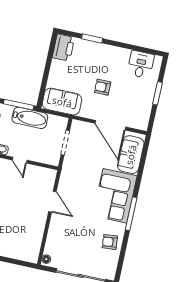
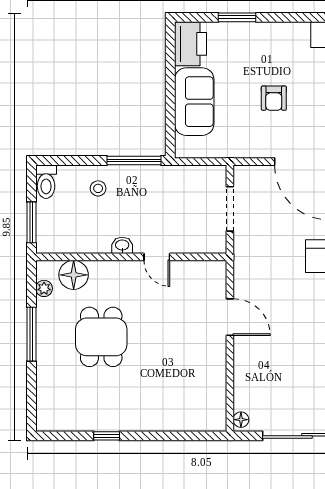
armchair: (103, 87) -> (274, 98), turned -90
sofa: (62, 102) -> (194, 102), moved, turned 90
bathtub: (30, 118) -> (159, 179), removed

